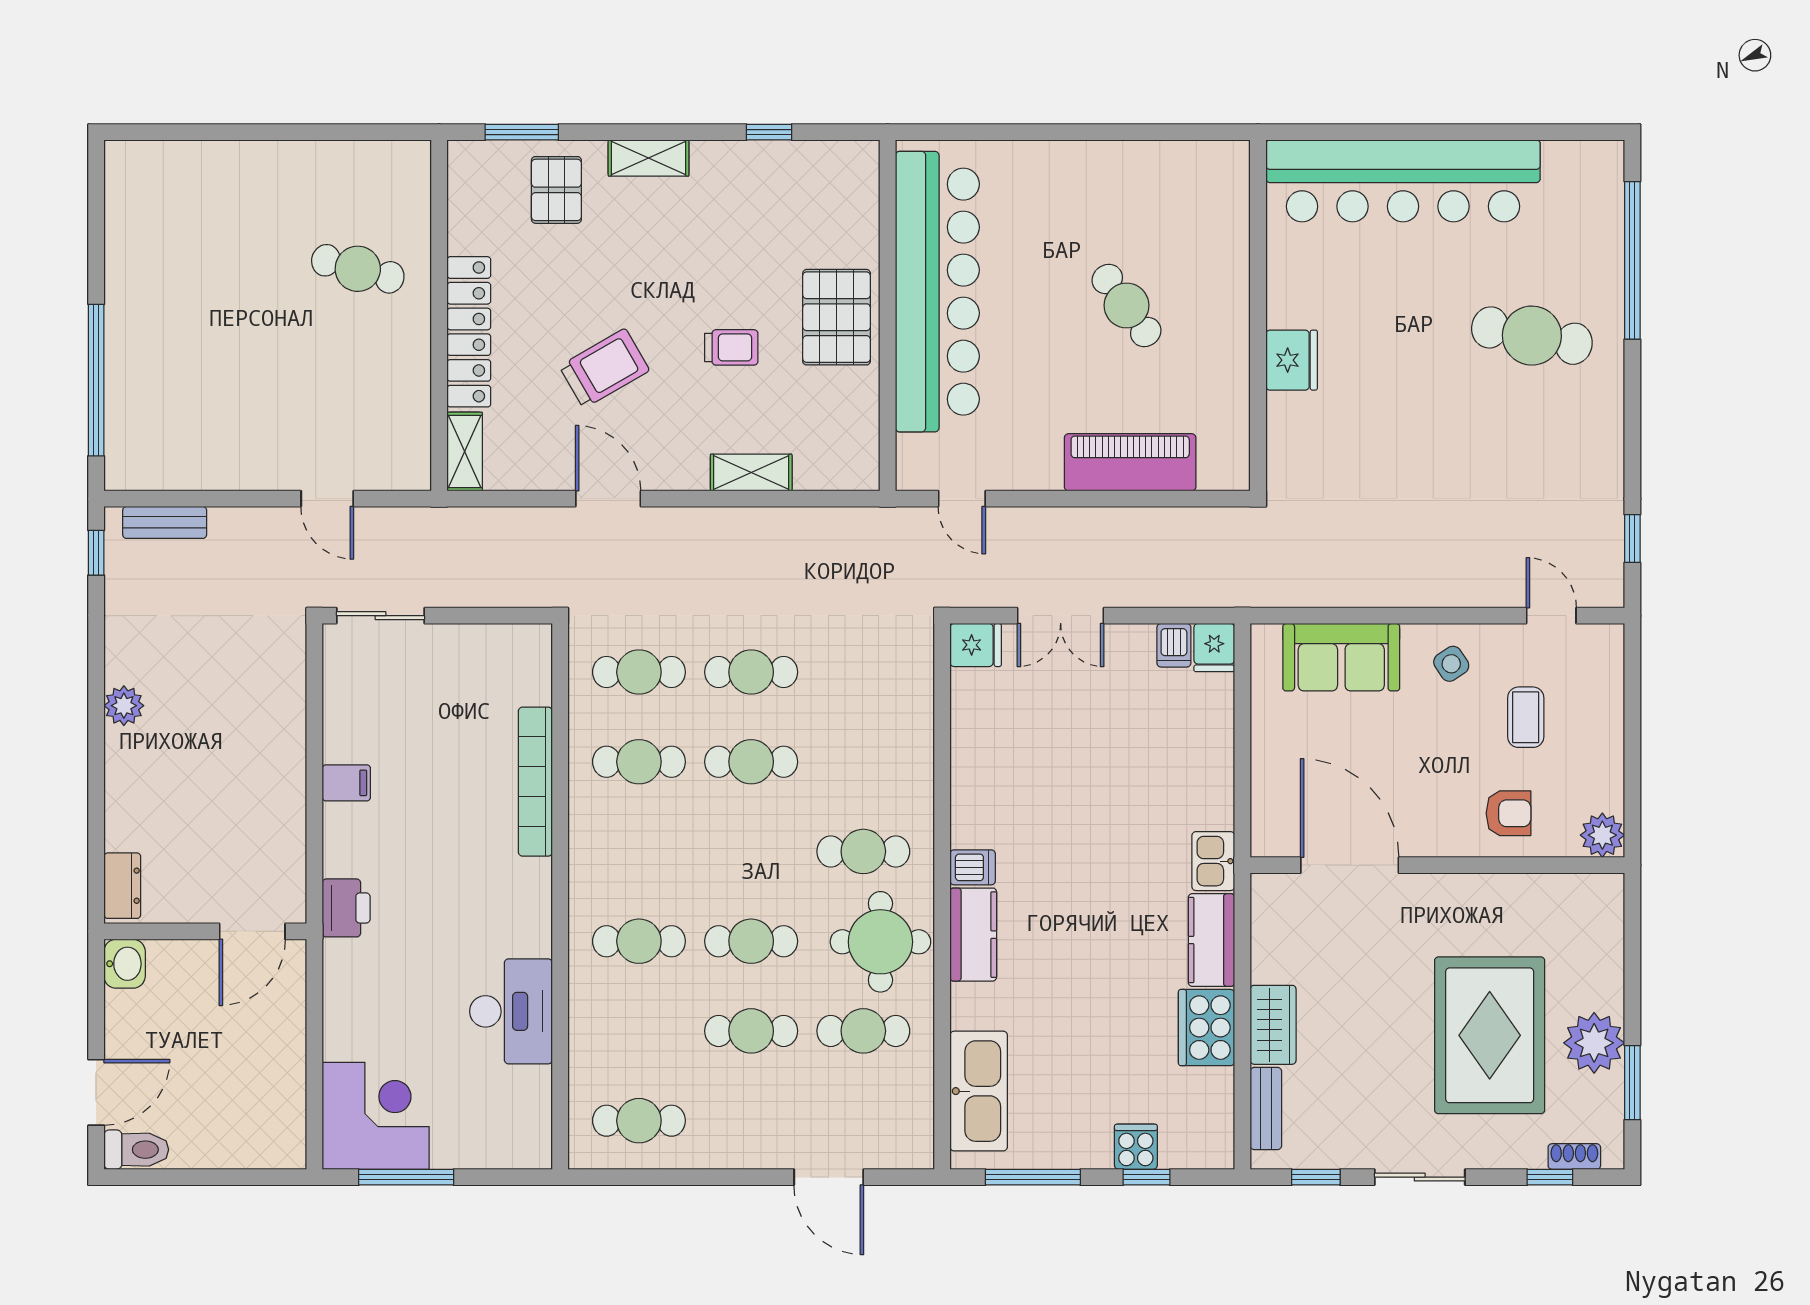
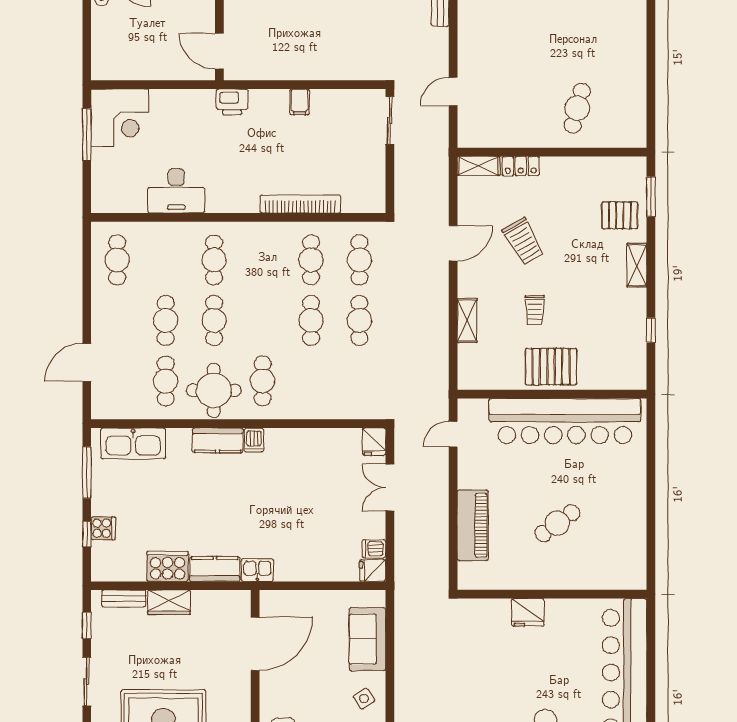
locker: (469, 332) -> (521, 166), width x0.46, depth x0.83

